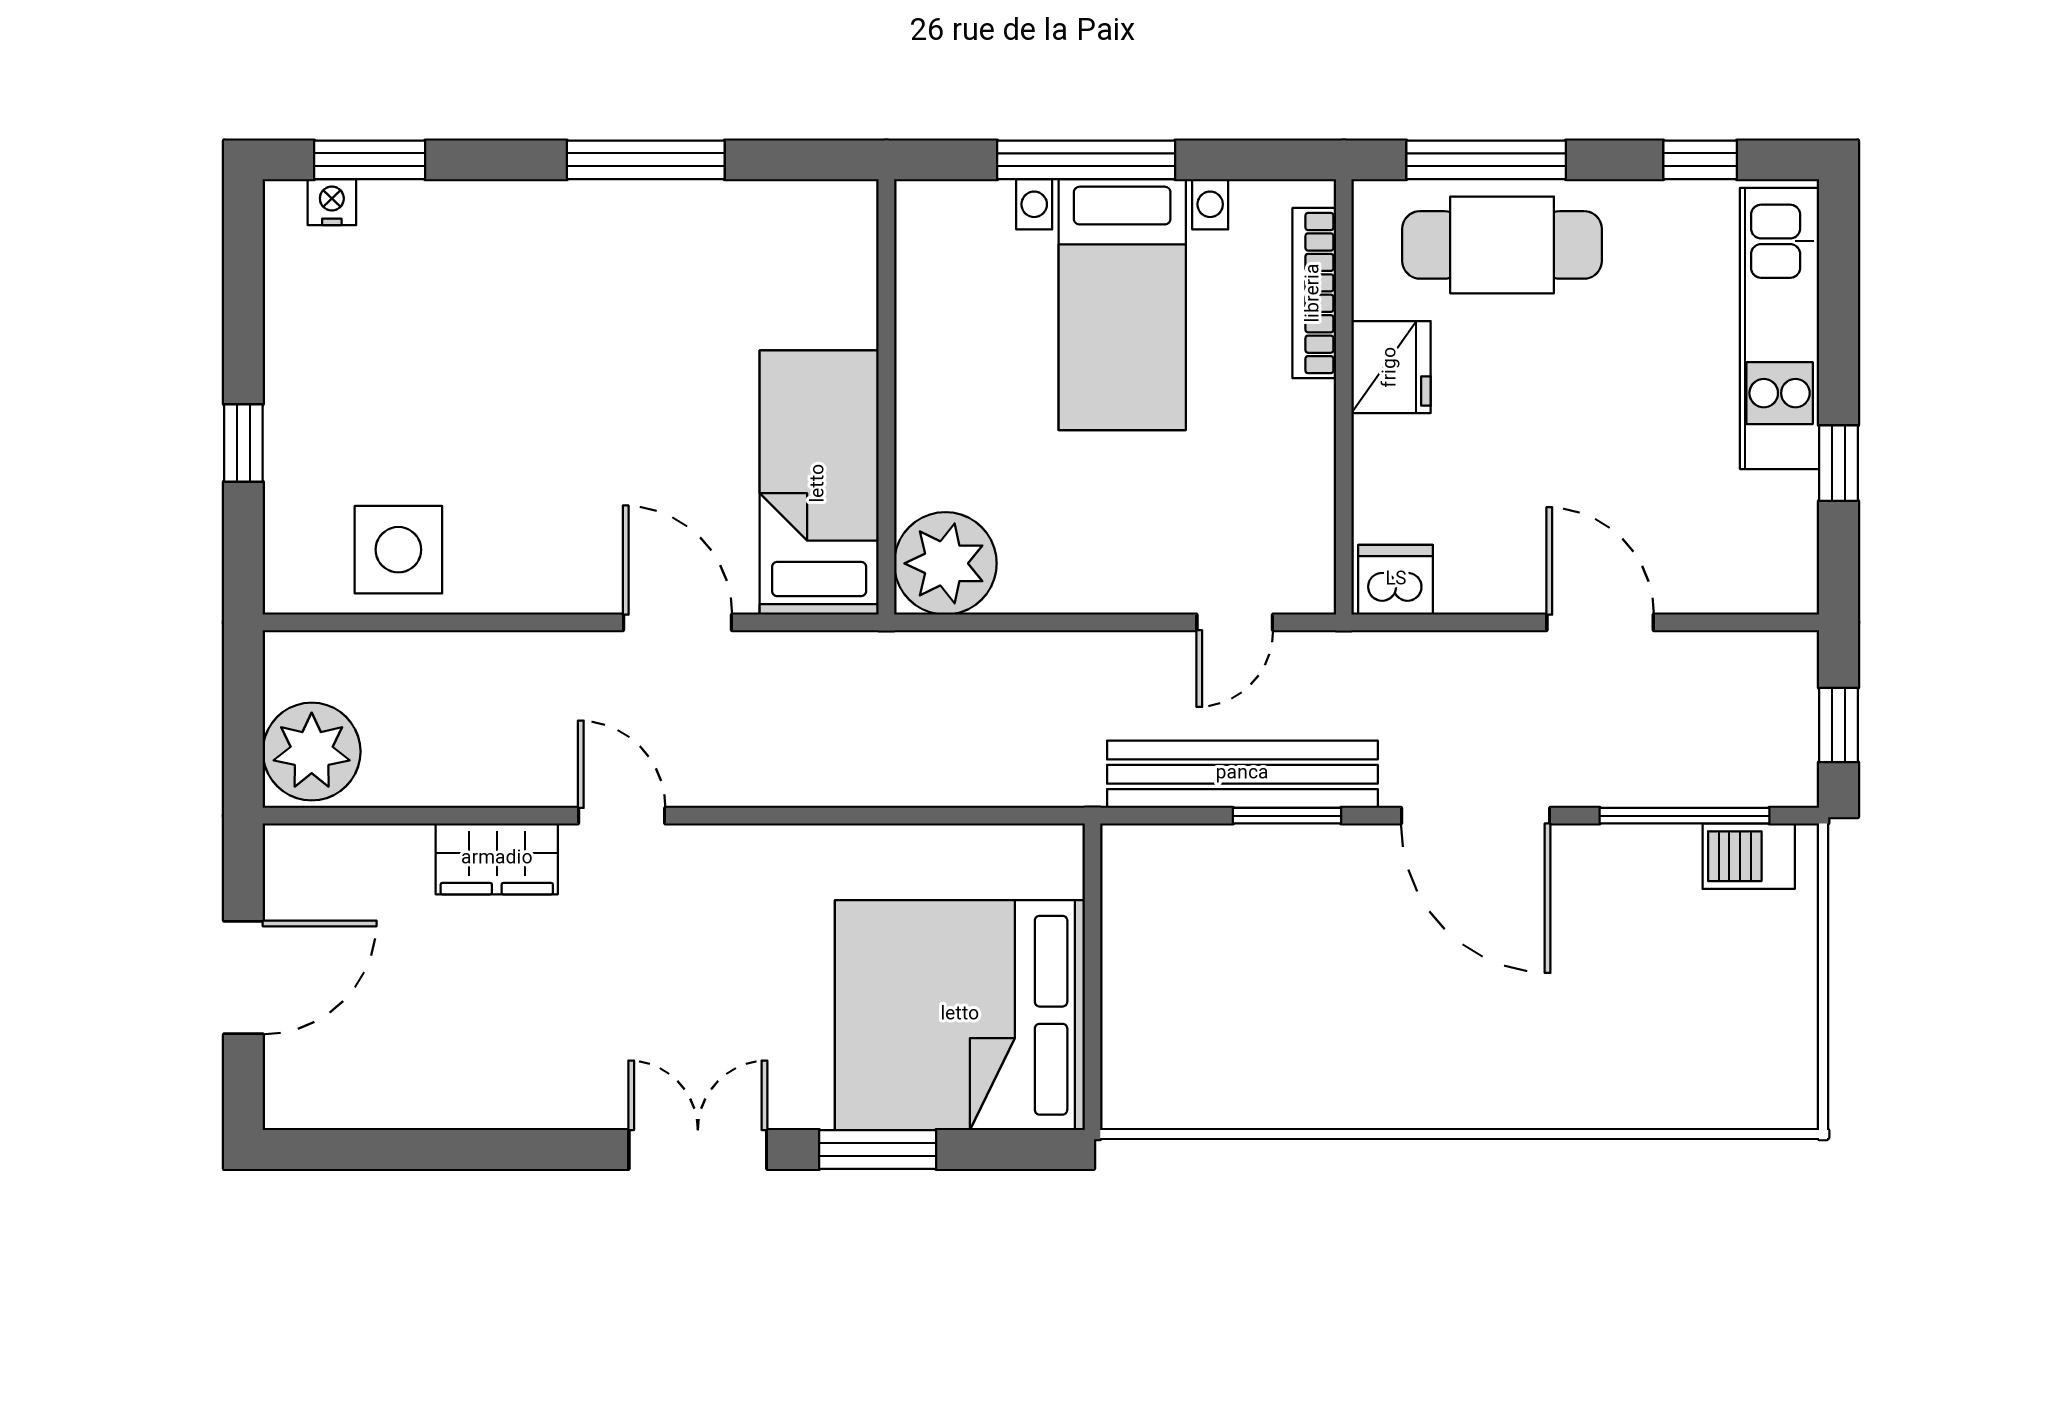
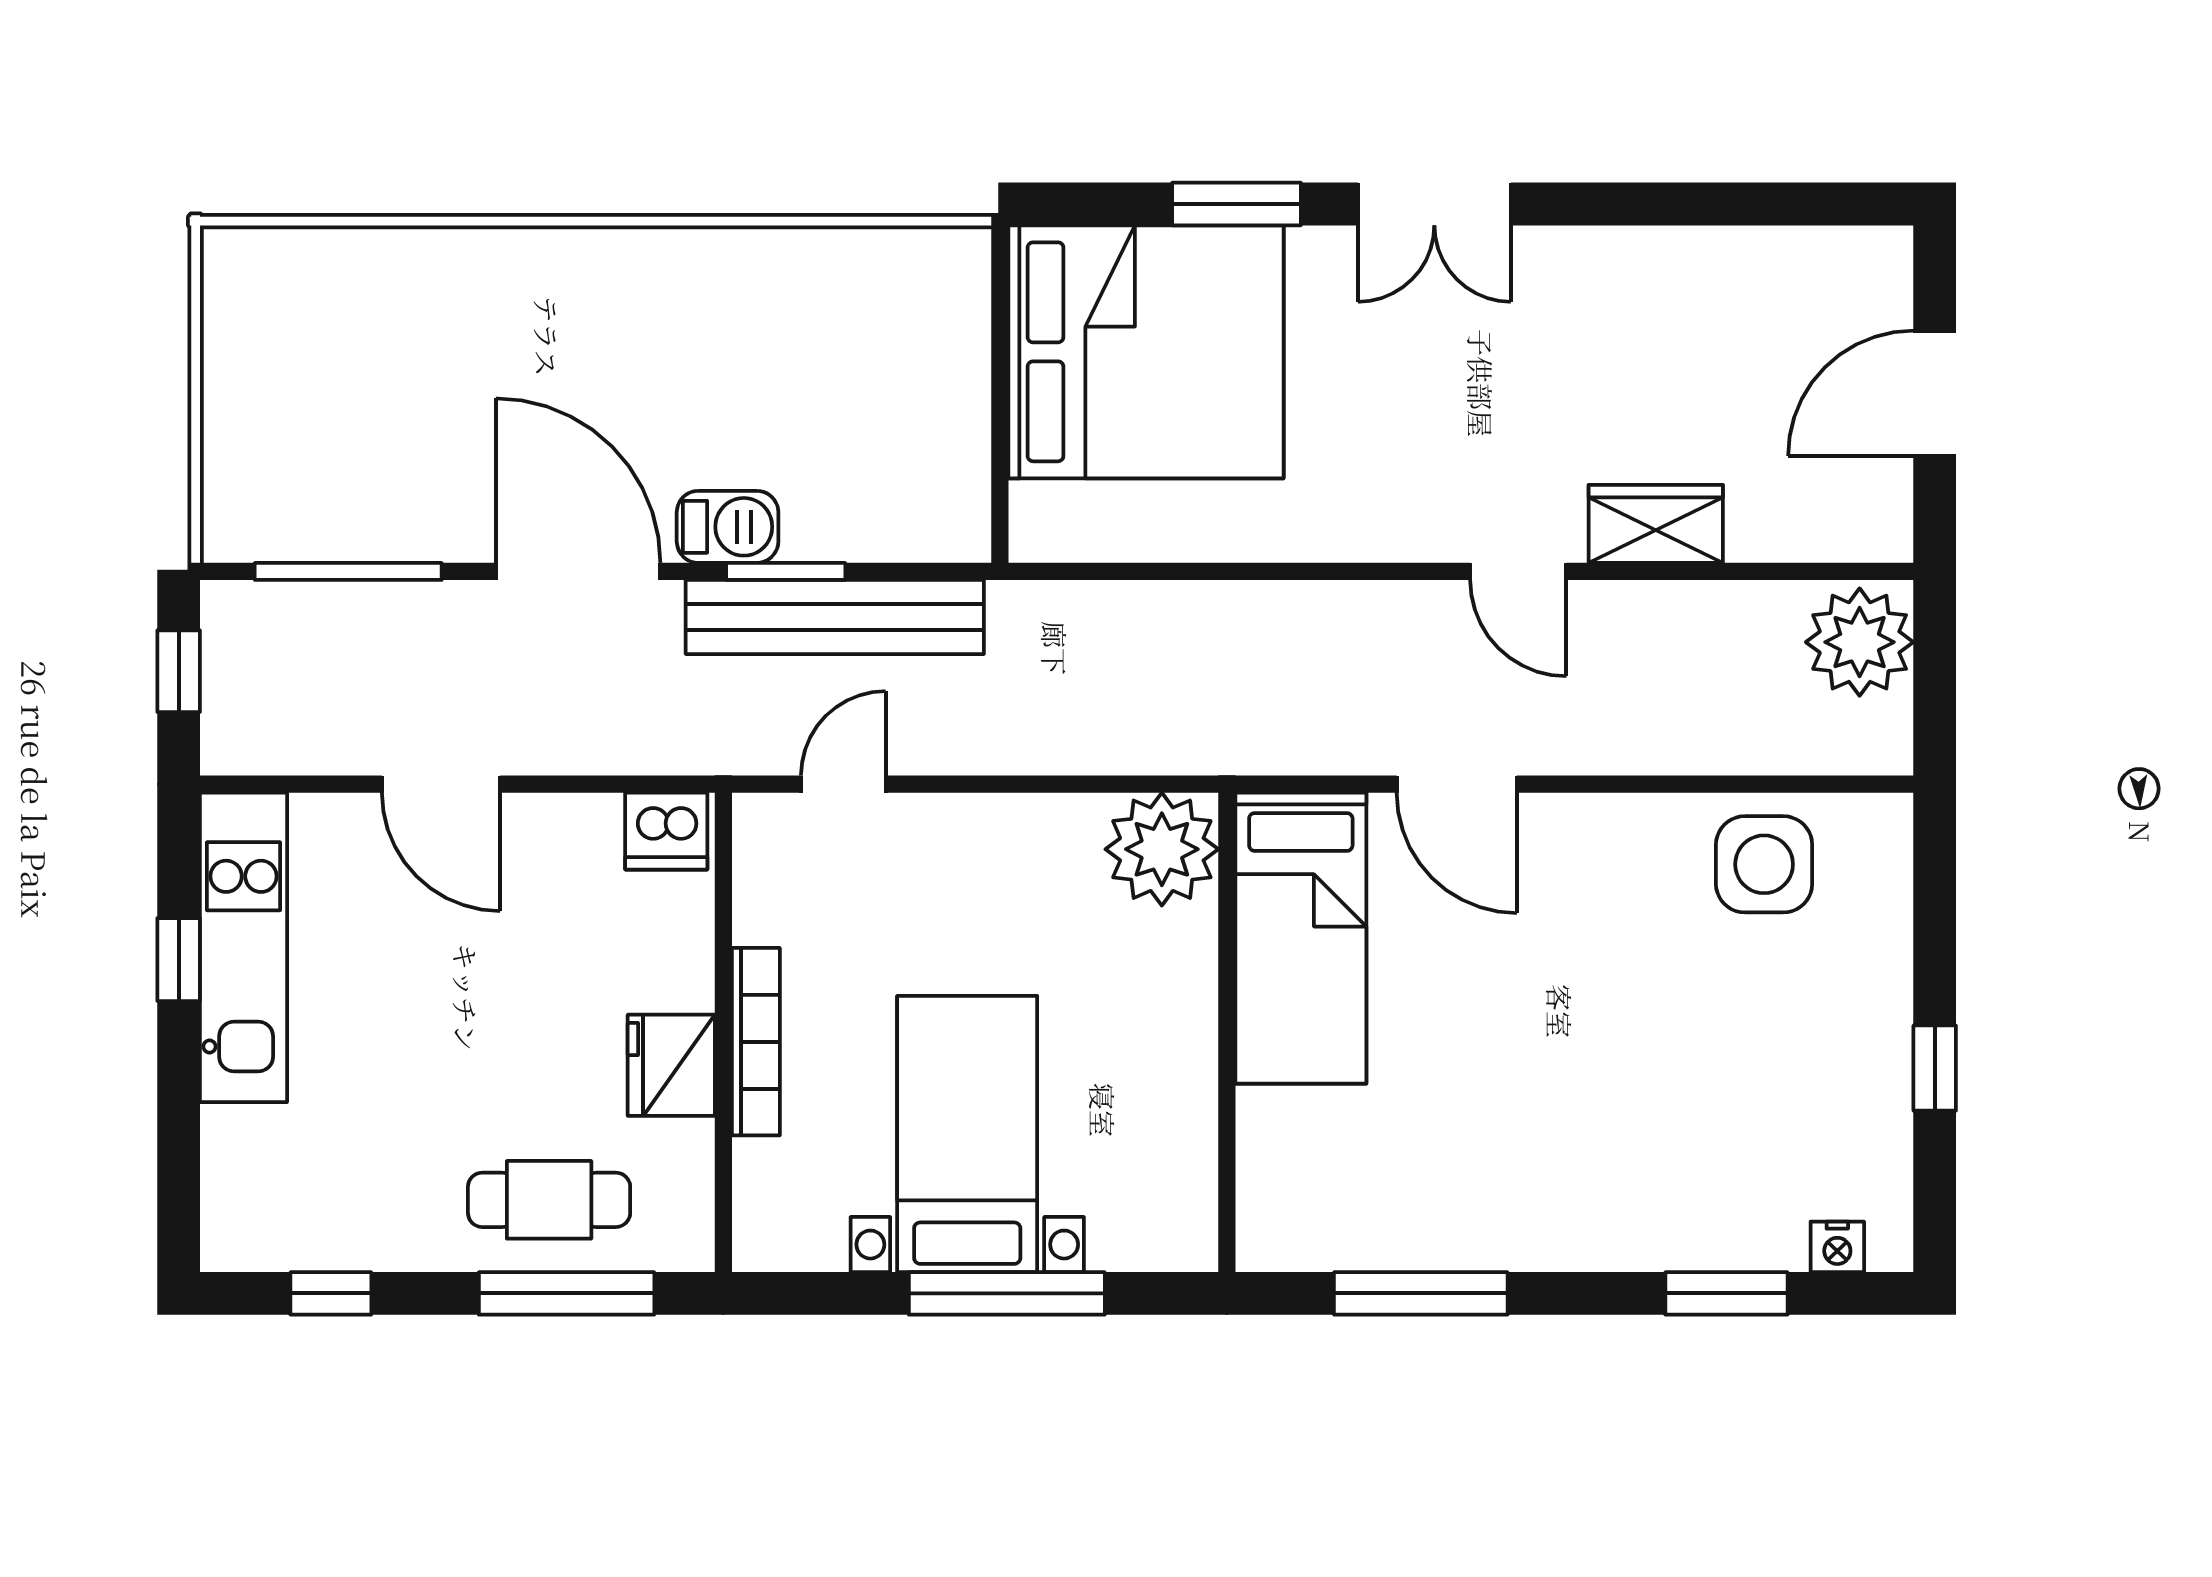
window: (370, 160) -> (1726, 1293), moved
window: (646, 160) -> (1421, 1293), moved
cafe table: (1502, 245) -> (549, 1200), width x0.73, depth x0.74
bookcase: (1314, 293) -> (756, 1042), moved
kitchen unit: (1780, 328) -> (243, 947), moved
window: (243, 443) -> (1935, 1068), moved
barbecue: (1749, 856) -> (728, 527), moved

